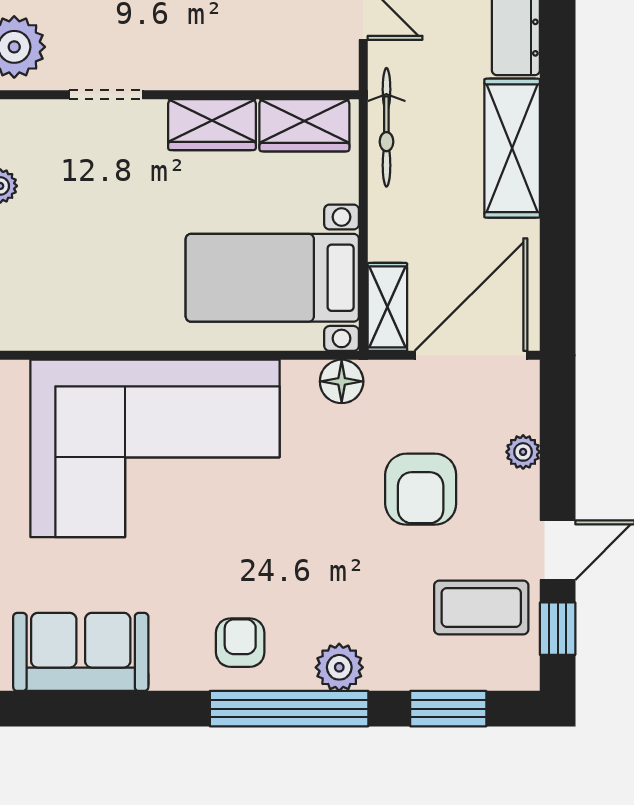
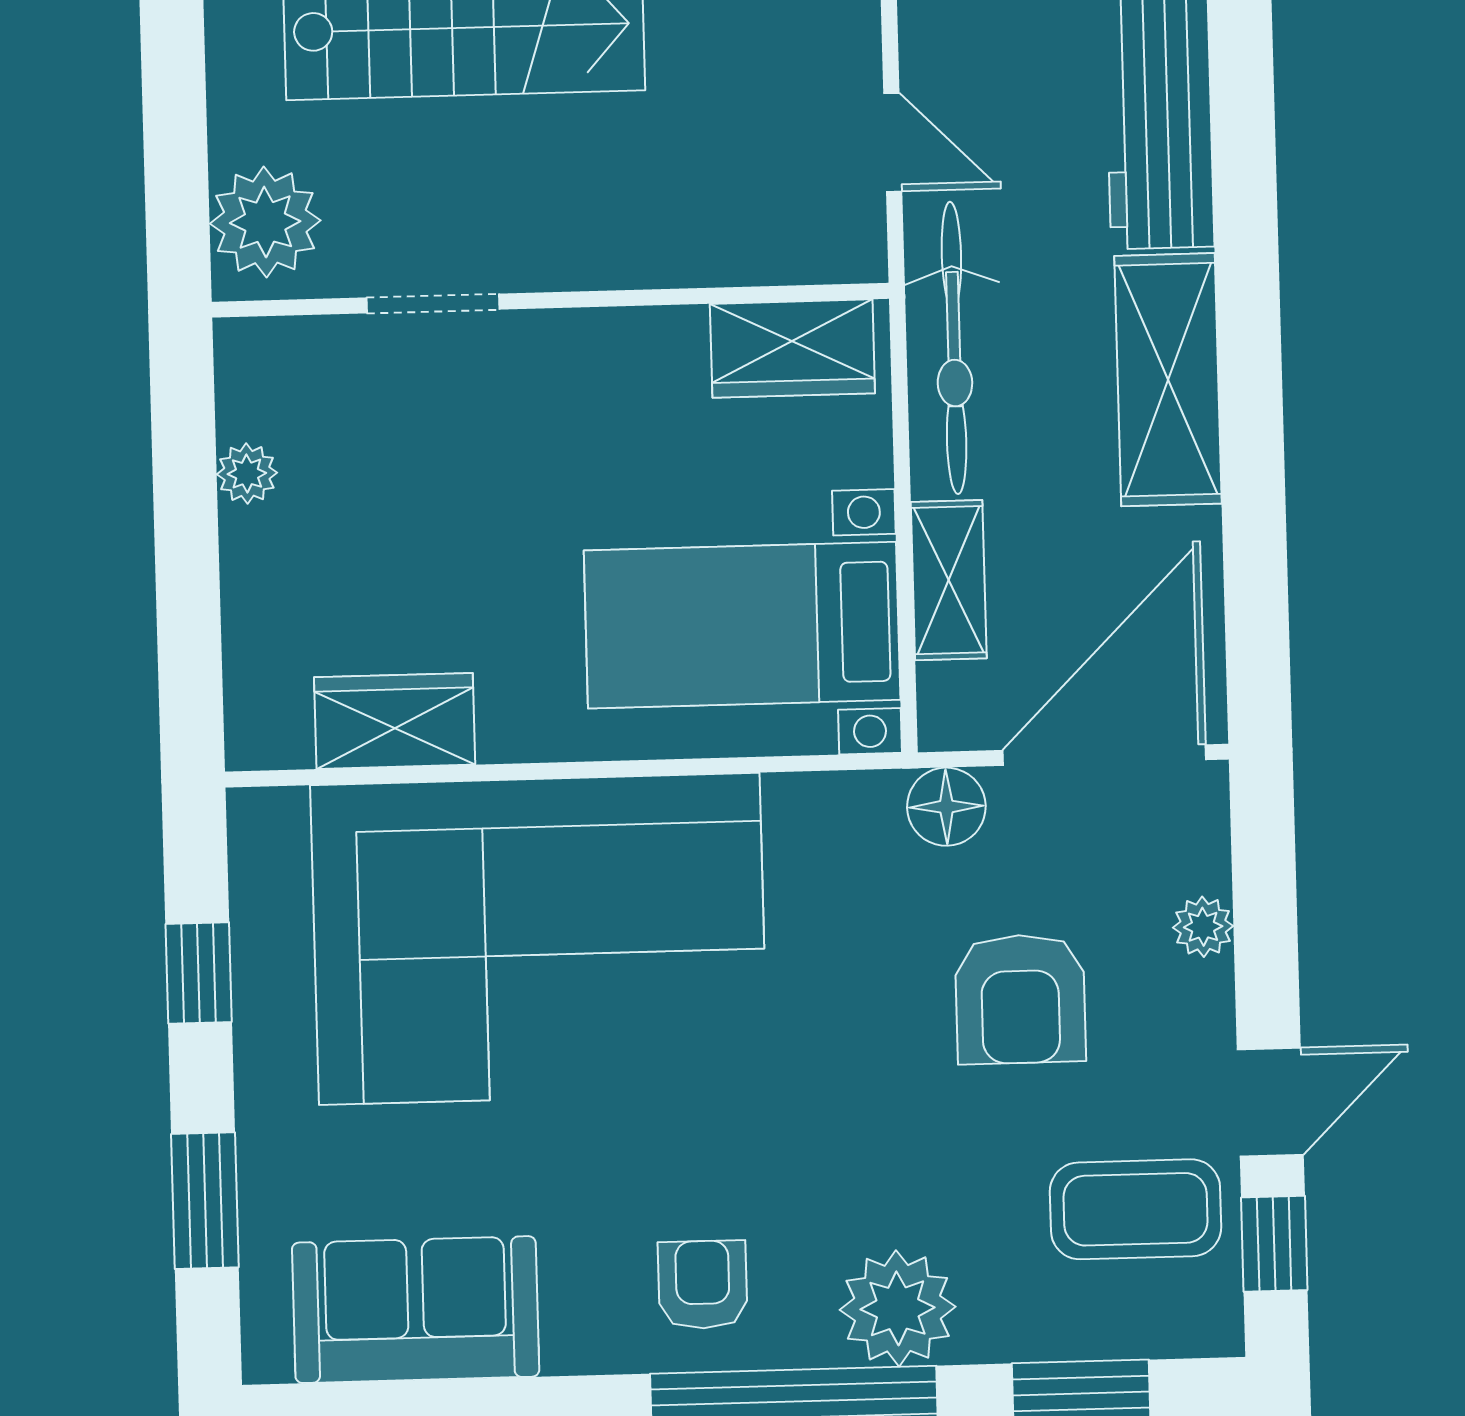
wardrobe: (212, 125) -> (395, 721), moved, turned 180
bicycle: (386, 127) -> (954, 348), width x1.37, depth x1.40
shelving: (387, 307) -> (949, 580), moved
floor lamp: (342, 381) -> (946, 807), moved
plant: (339, 667) -> (898, 1308), width x1.36, depth x1.36

